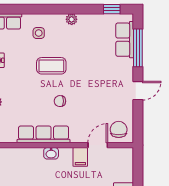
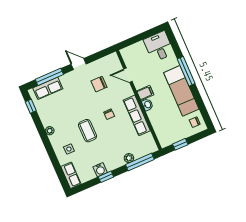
chair: (119, 129) -> (99, 84), moved
filing cabinet: (80, 157) -> (145, 93), moved

